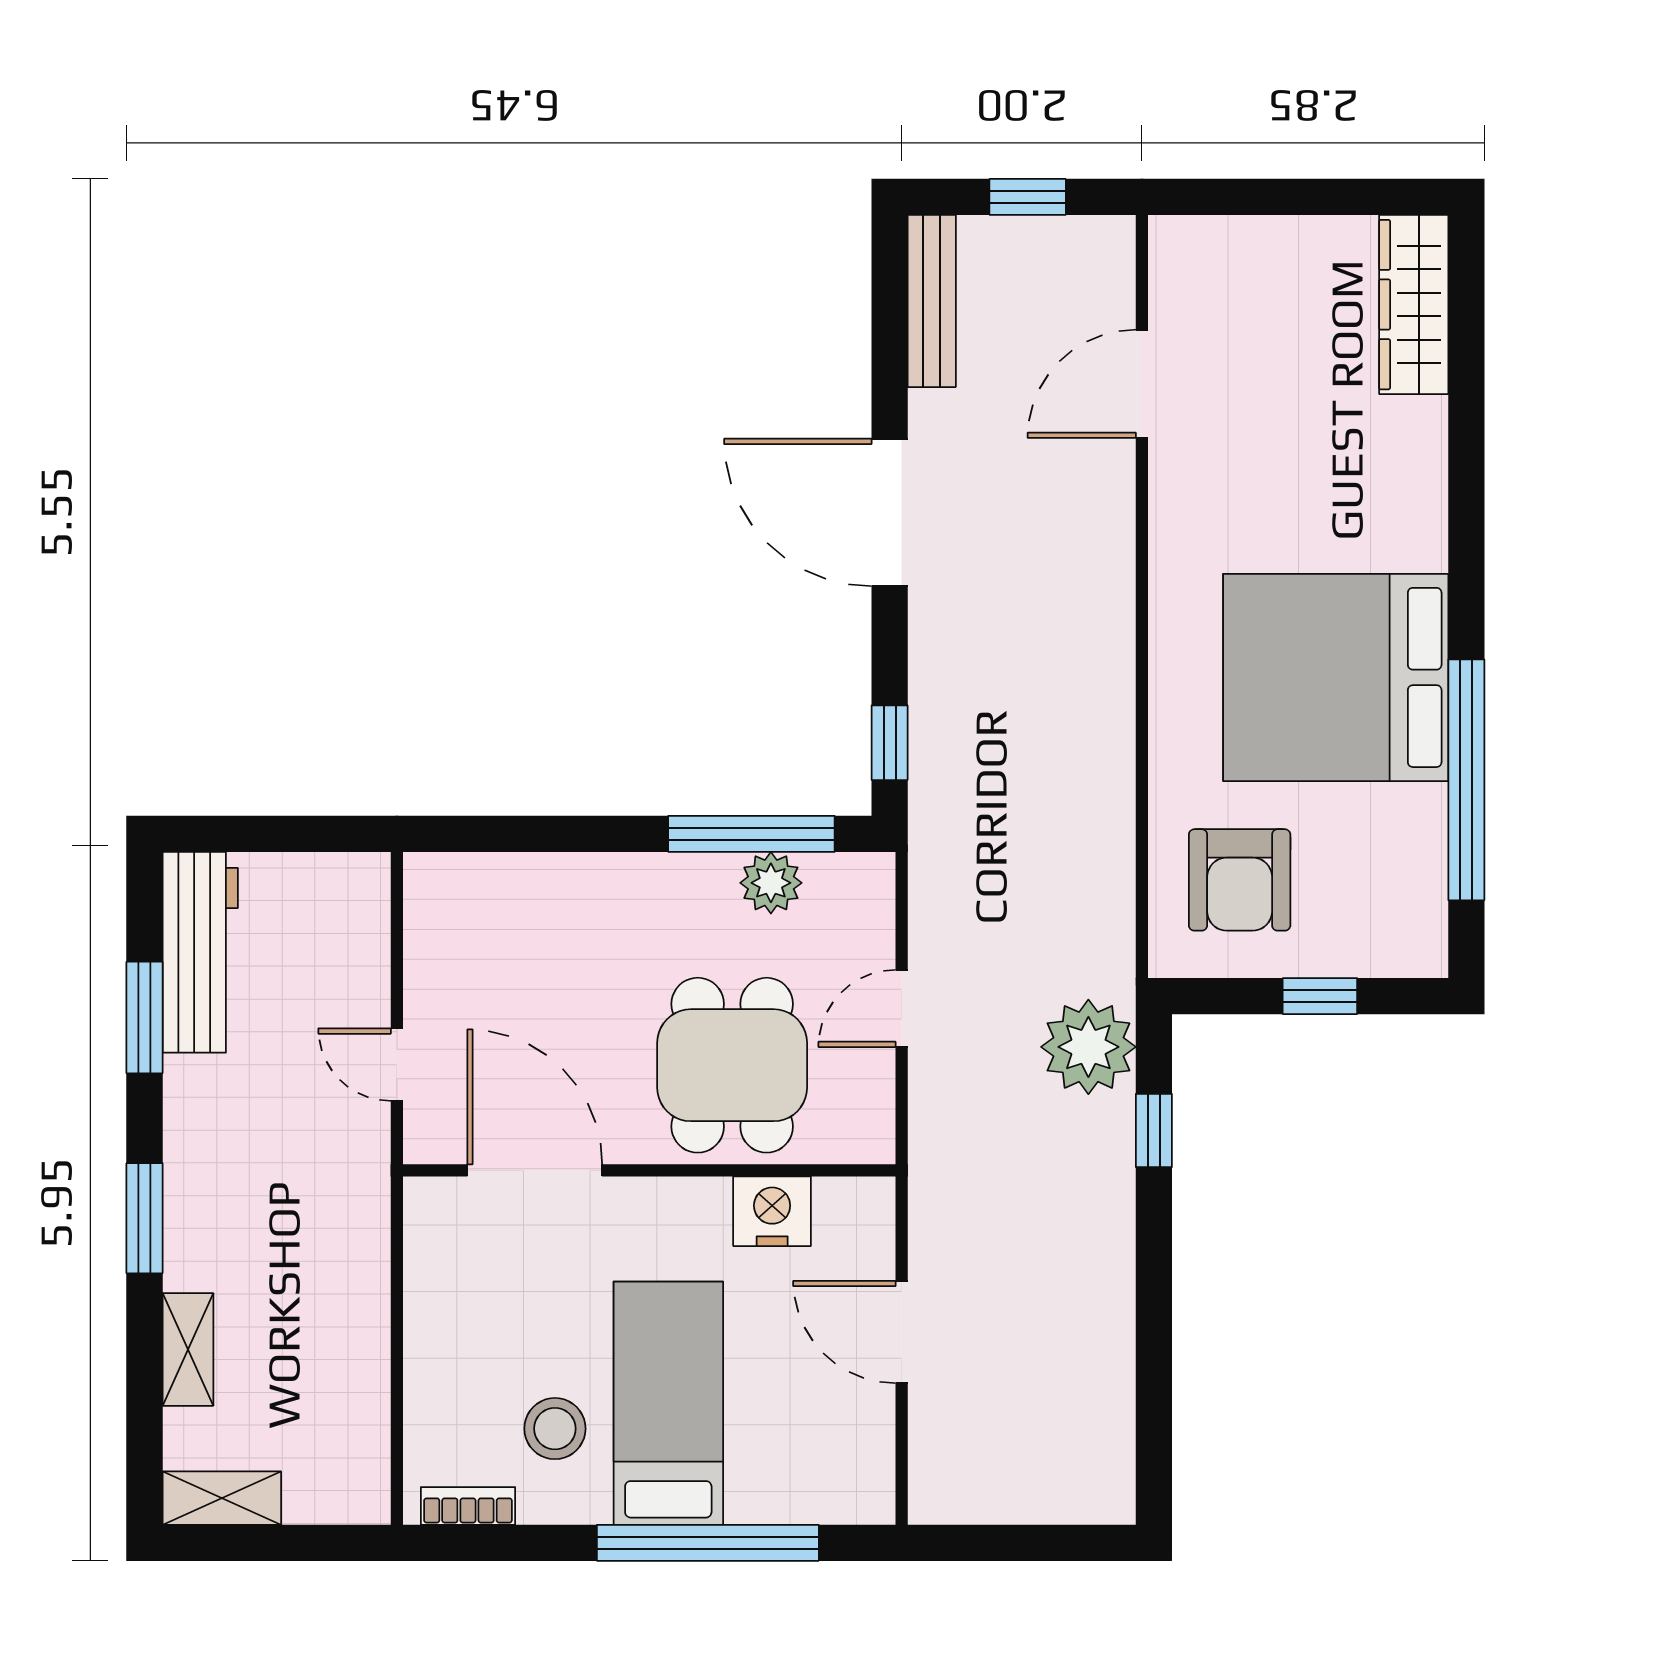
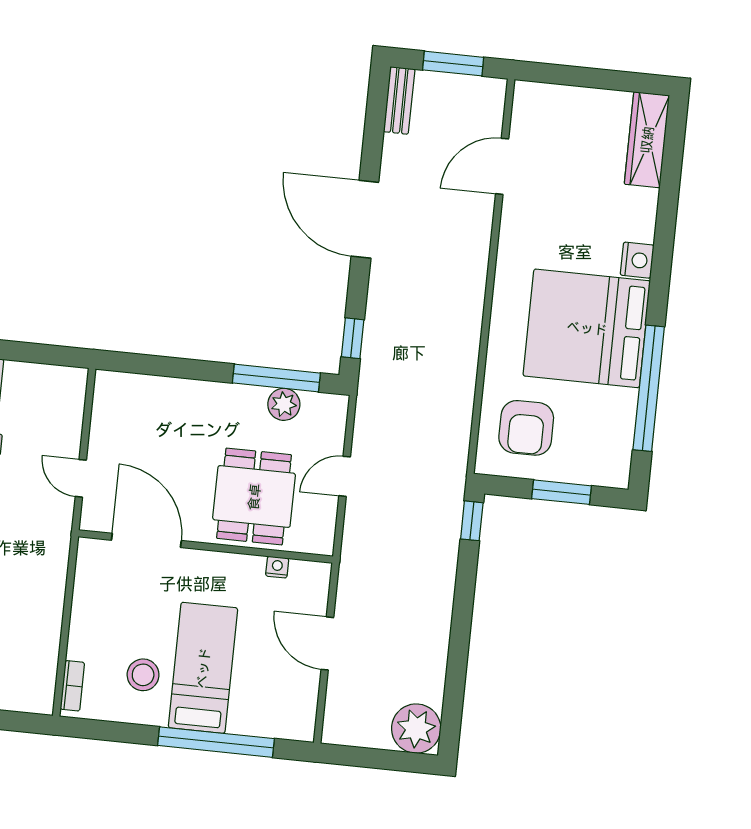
window: (1028, 197) -> (453, 64), width x1.50
bench: (932, 301) -> (399, 100), width x0.73
nightstand: (1419, 537) -> (637, 260), added
window: (1320, 996) -> (562, 492), width x1.50
plant: (1088, 1047) -> (416, 729), moved
window: (1154, 1131) -> (472, 521), moved
nightstand: (772, 1211) -> (277, 567), width x0.53, depth x0.56
bookcase: (468, 1506) -> (72, 686), moved, turned 90

